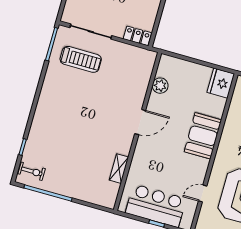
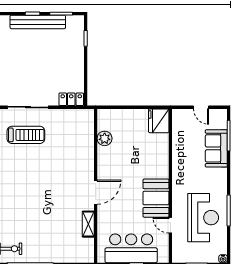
door: (140, 122) -> (96, 192), moved
booth: (203, 136) -> (156, 198), moved
door: (203, 193) -> (170, 225), hinge flipped

